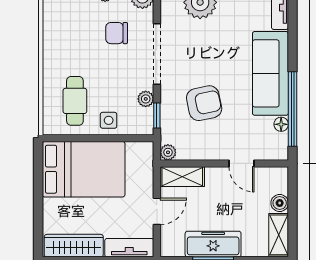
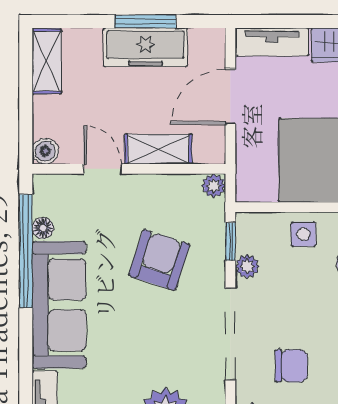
armchair: (204, 103) -> (159, 260), turned 120
shelving: (182, 177) -> (158, 149), moved
boiler: (280, 203) -> (45, 151), moved
door: (157, 211) -> (230, 97), width x1.38

